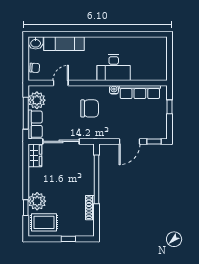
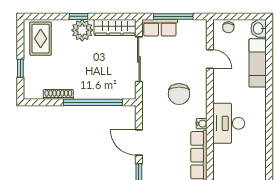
plant: (37, 100) -> (189, 30), removed
wardrobe: (35, 155) -> (115, 28), width x1.50
plant: (37, 201) -> (82, 30), moved
window: (26, 208) -> (79, 16), moved

